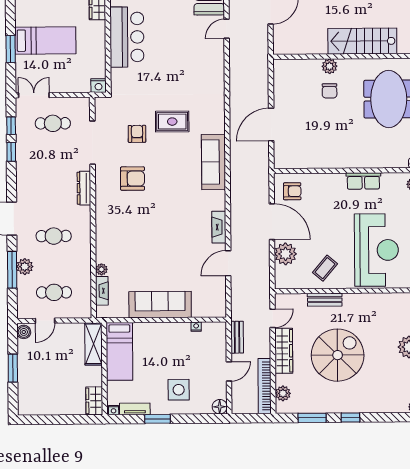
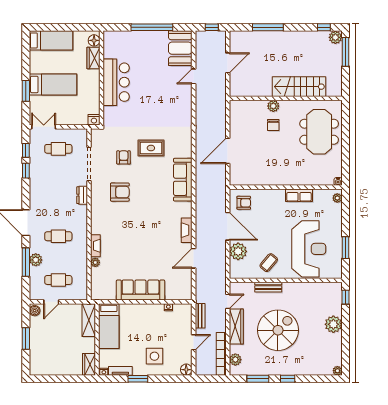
dresser: (84, 188) -> (82, 195), width x0.70
fireplace: (102, 291) -> (95, 246), moved

